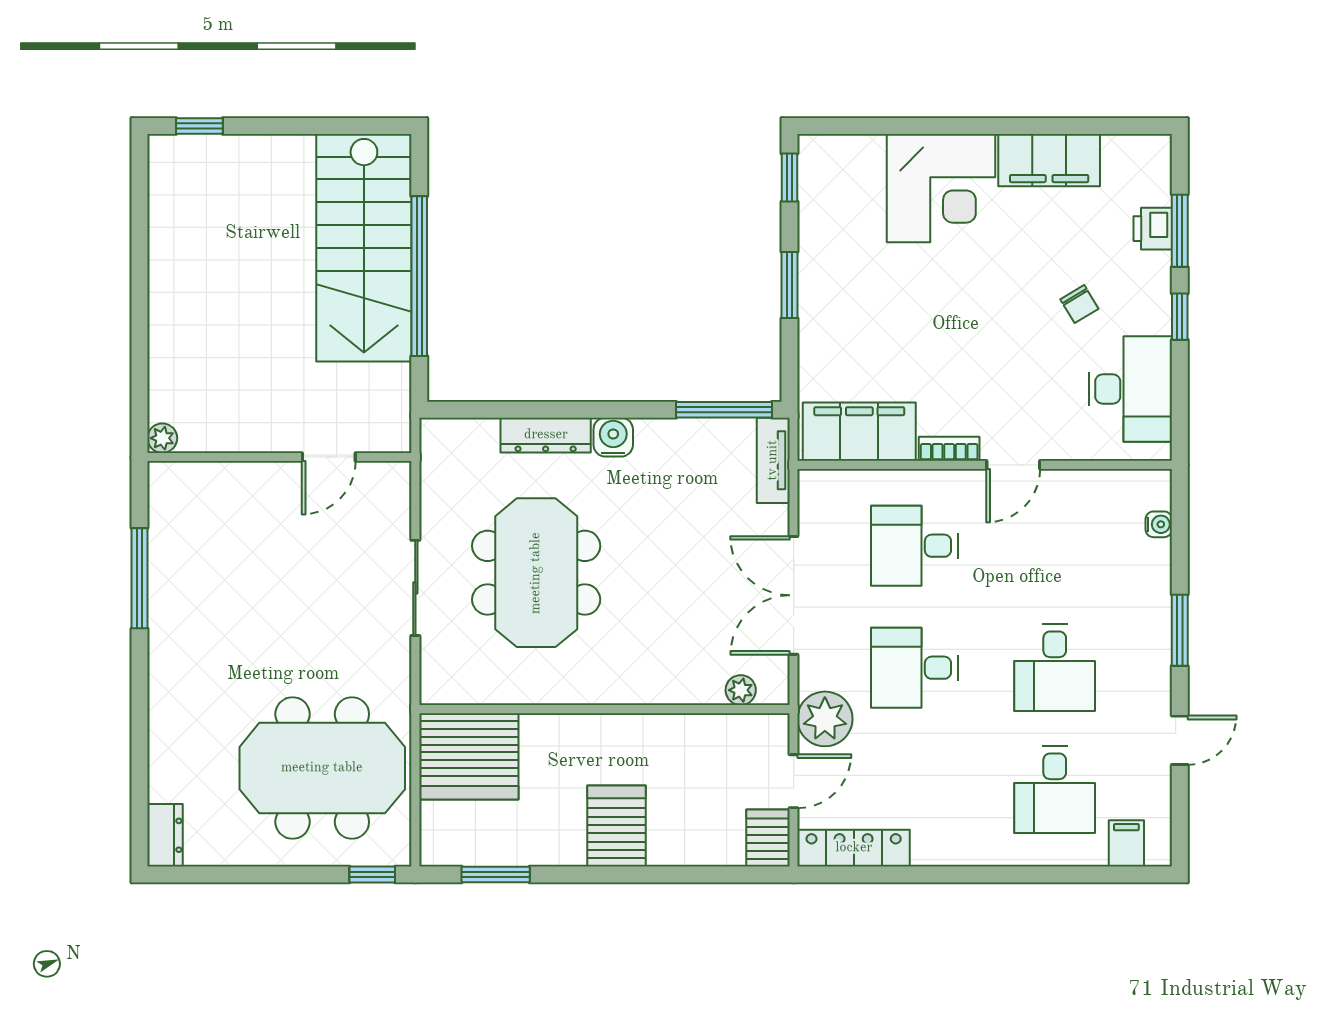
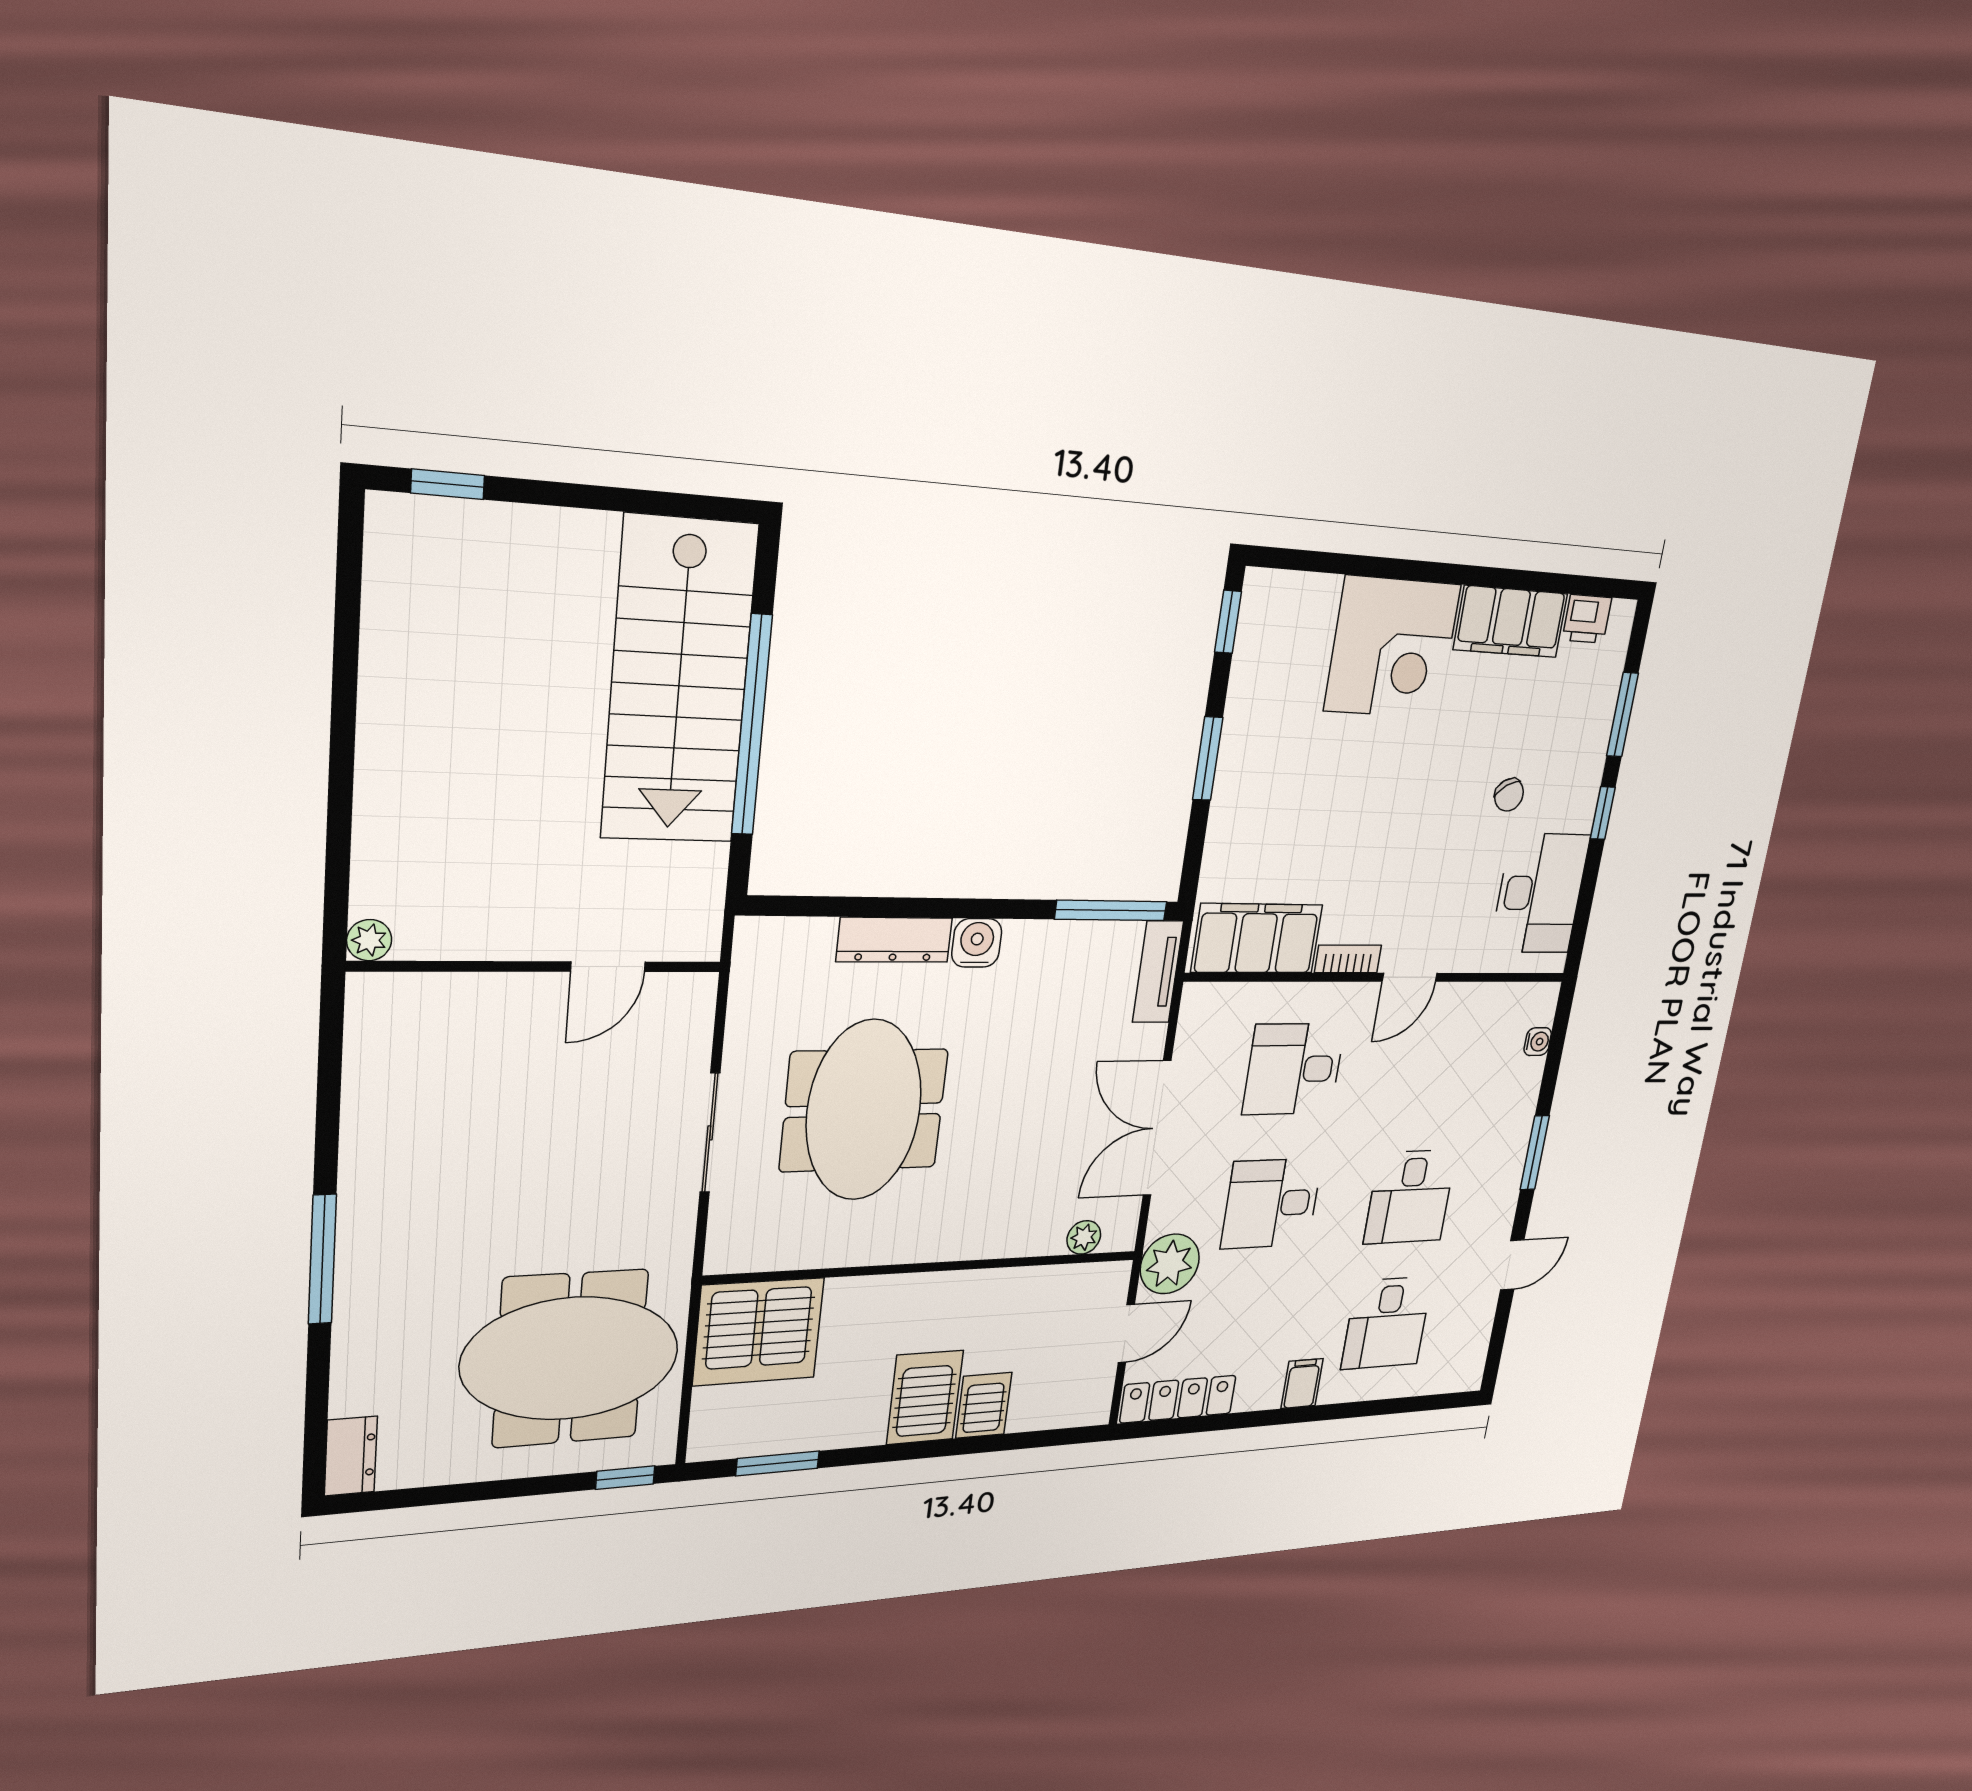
printer: (1153, 229) -> (1587, 619), moved, turned -90
window: (140, 578) -> (322, 1259), moved
server rack: (768, 838) -> (984, 1405), moved
filing cabinet: (1126, 843) -> (1302, 1384), moved

